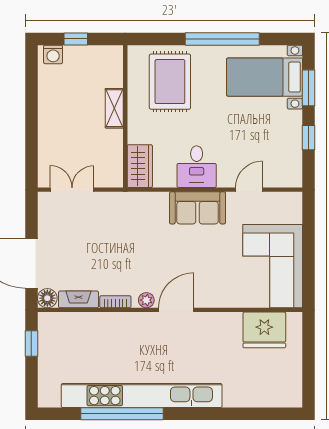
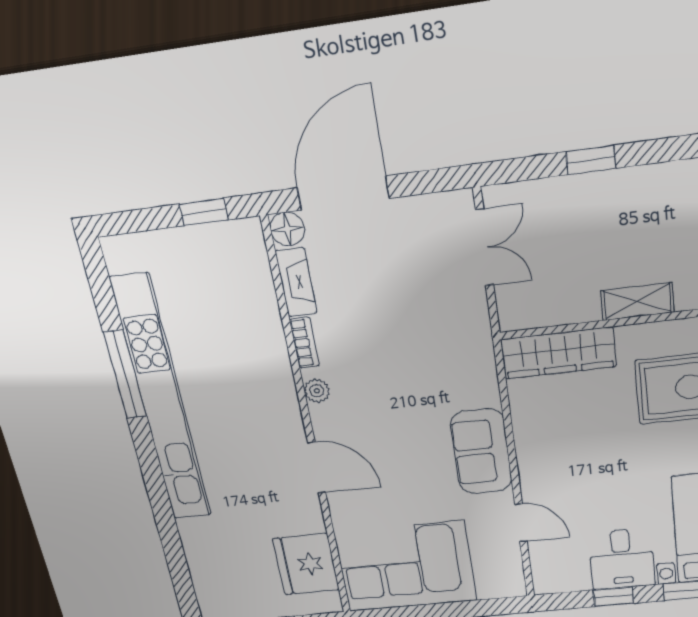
window: (31, 127) -> (591, 160), added
wardrobe: (140, 166) -> (558, 353), width x1.50
desk: (197, 167) -> (622, 559), moved, turned -90
door: (176, 310) -> (317, 468), moved
window: (122, 414) -> (125, 374), width x0.68

